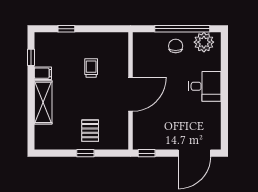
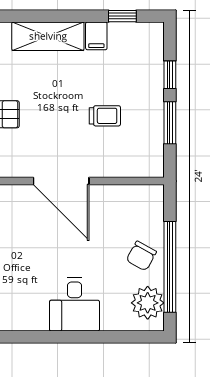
window: (95, 29) -> (170, 123), added
chair: (176, 46) -> (141, 256), turned 119

